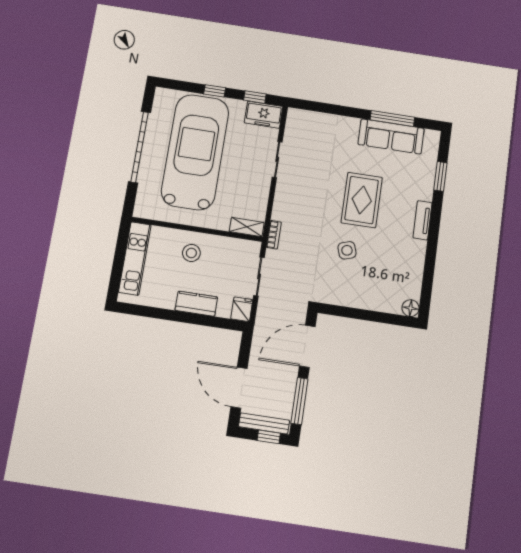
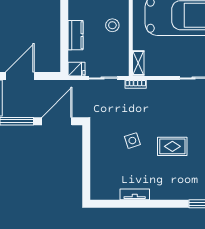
rug: (362, 200) -> (172, 146), width x0.73, depth x0.70
tv unit: (423, 220) -> (135, 194), moved
floor lamp: (411, 308) -> (96, 194), removed
door: (307, 346) -> (57, 121), hinge flipped

